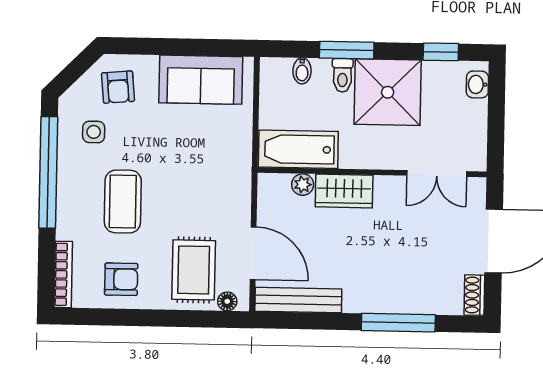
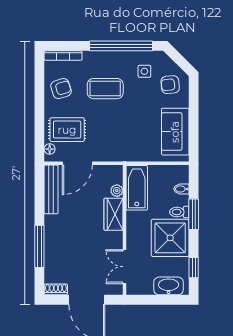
washbasin: (477, 84) -> (169, 286), width x1.91, depth x1.45
armchair: (121, 279) -> (61, 89), turned -107

